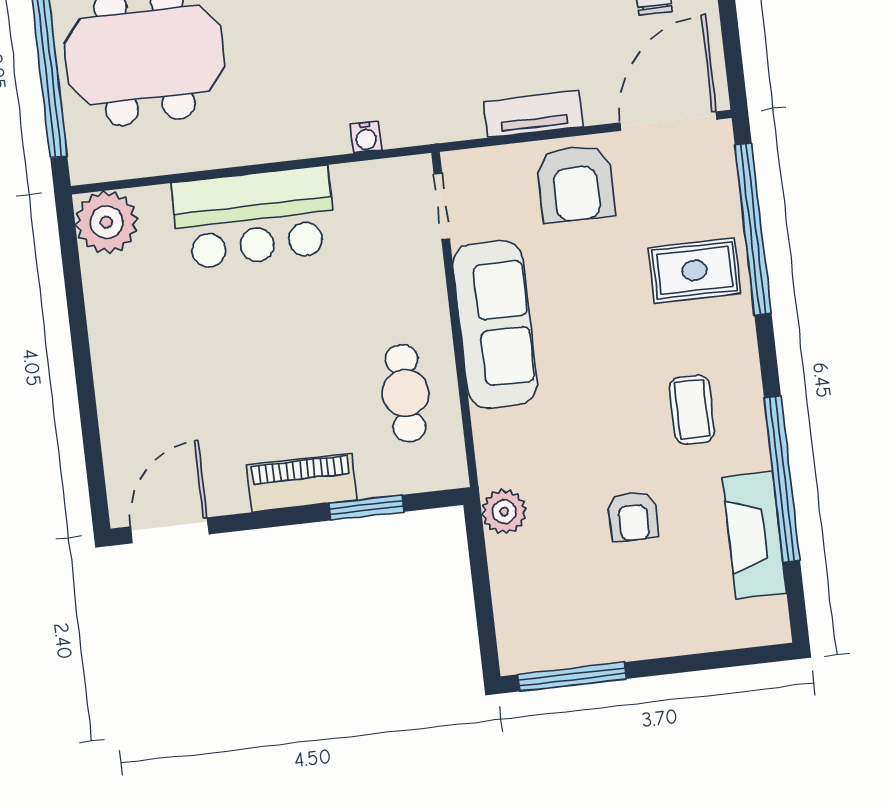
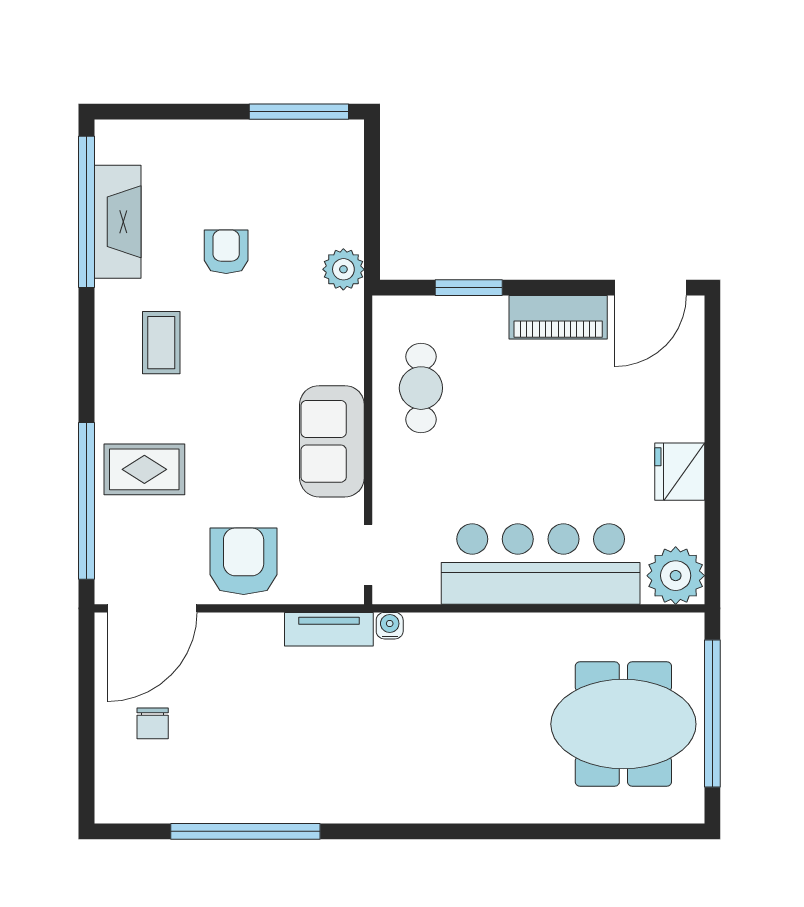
tv unit: (533, 114) -> (329, 629), moved
water cooler: (366, 137) -> (390, 626), moved
bar counter: (254, 218) -> (541, 564), width x1.36
sofa: (495, 324) -> (332, 441), width x0.73
fridge: (115, 335) -> (680, 472), added
window: (782, 479) -> (86, 212), moved
piano: (302, 482) -> (558, 317), moved

